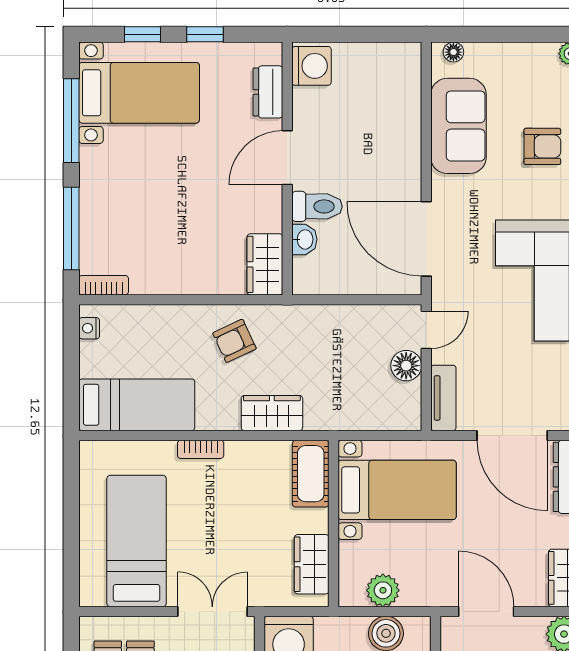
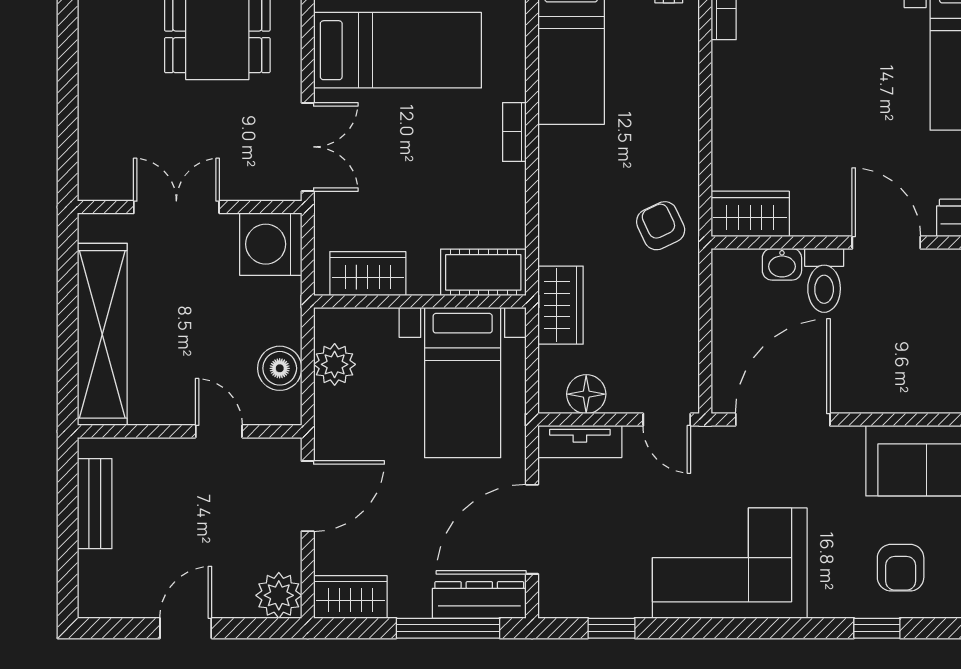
armchair: (234, 341) -> (661, 226), moved
floor lamp: (406, 366) -> (586, 394), moved
wardrobe: (272, 413) -> (561, 305), moved

